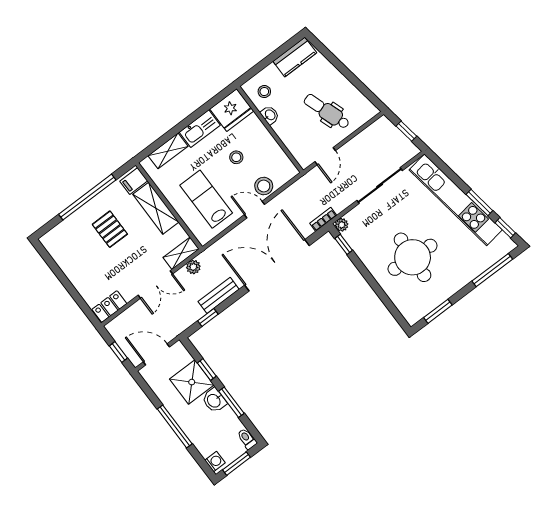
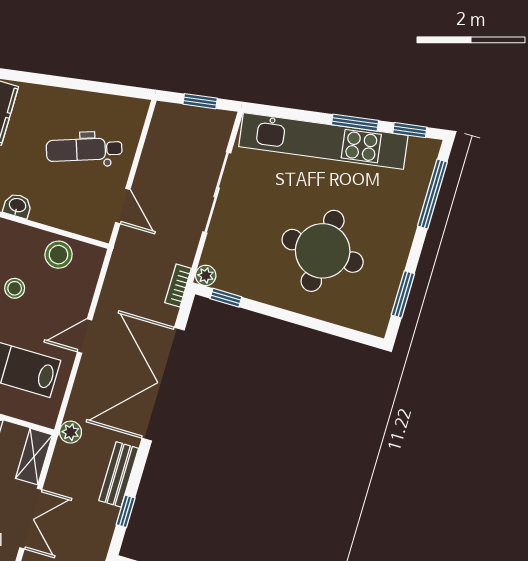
stool: (264, 186) -> (59, 255), moved
plant: (193, 267) -> (71, 432), moved

